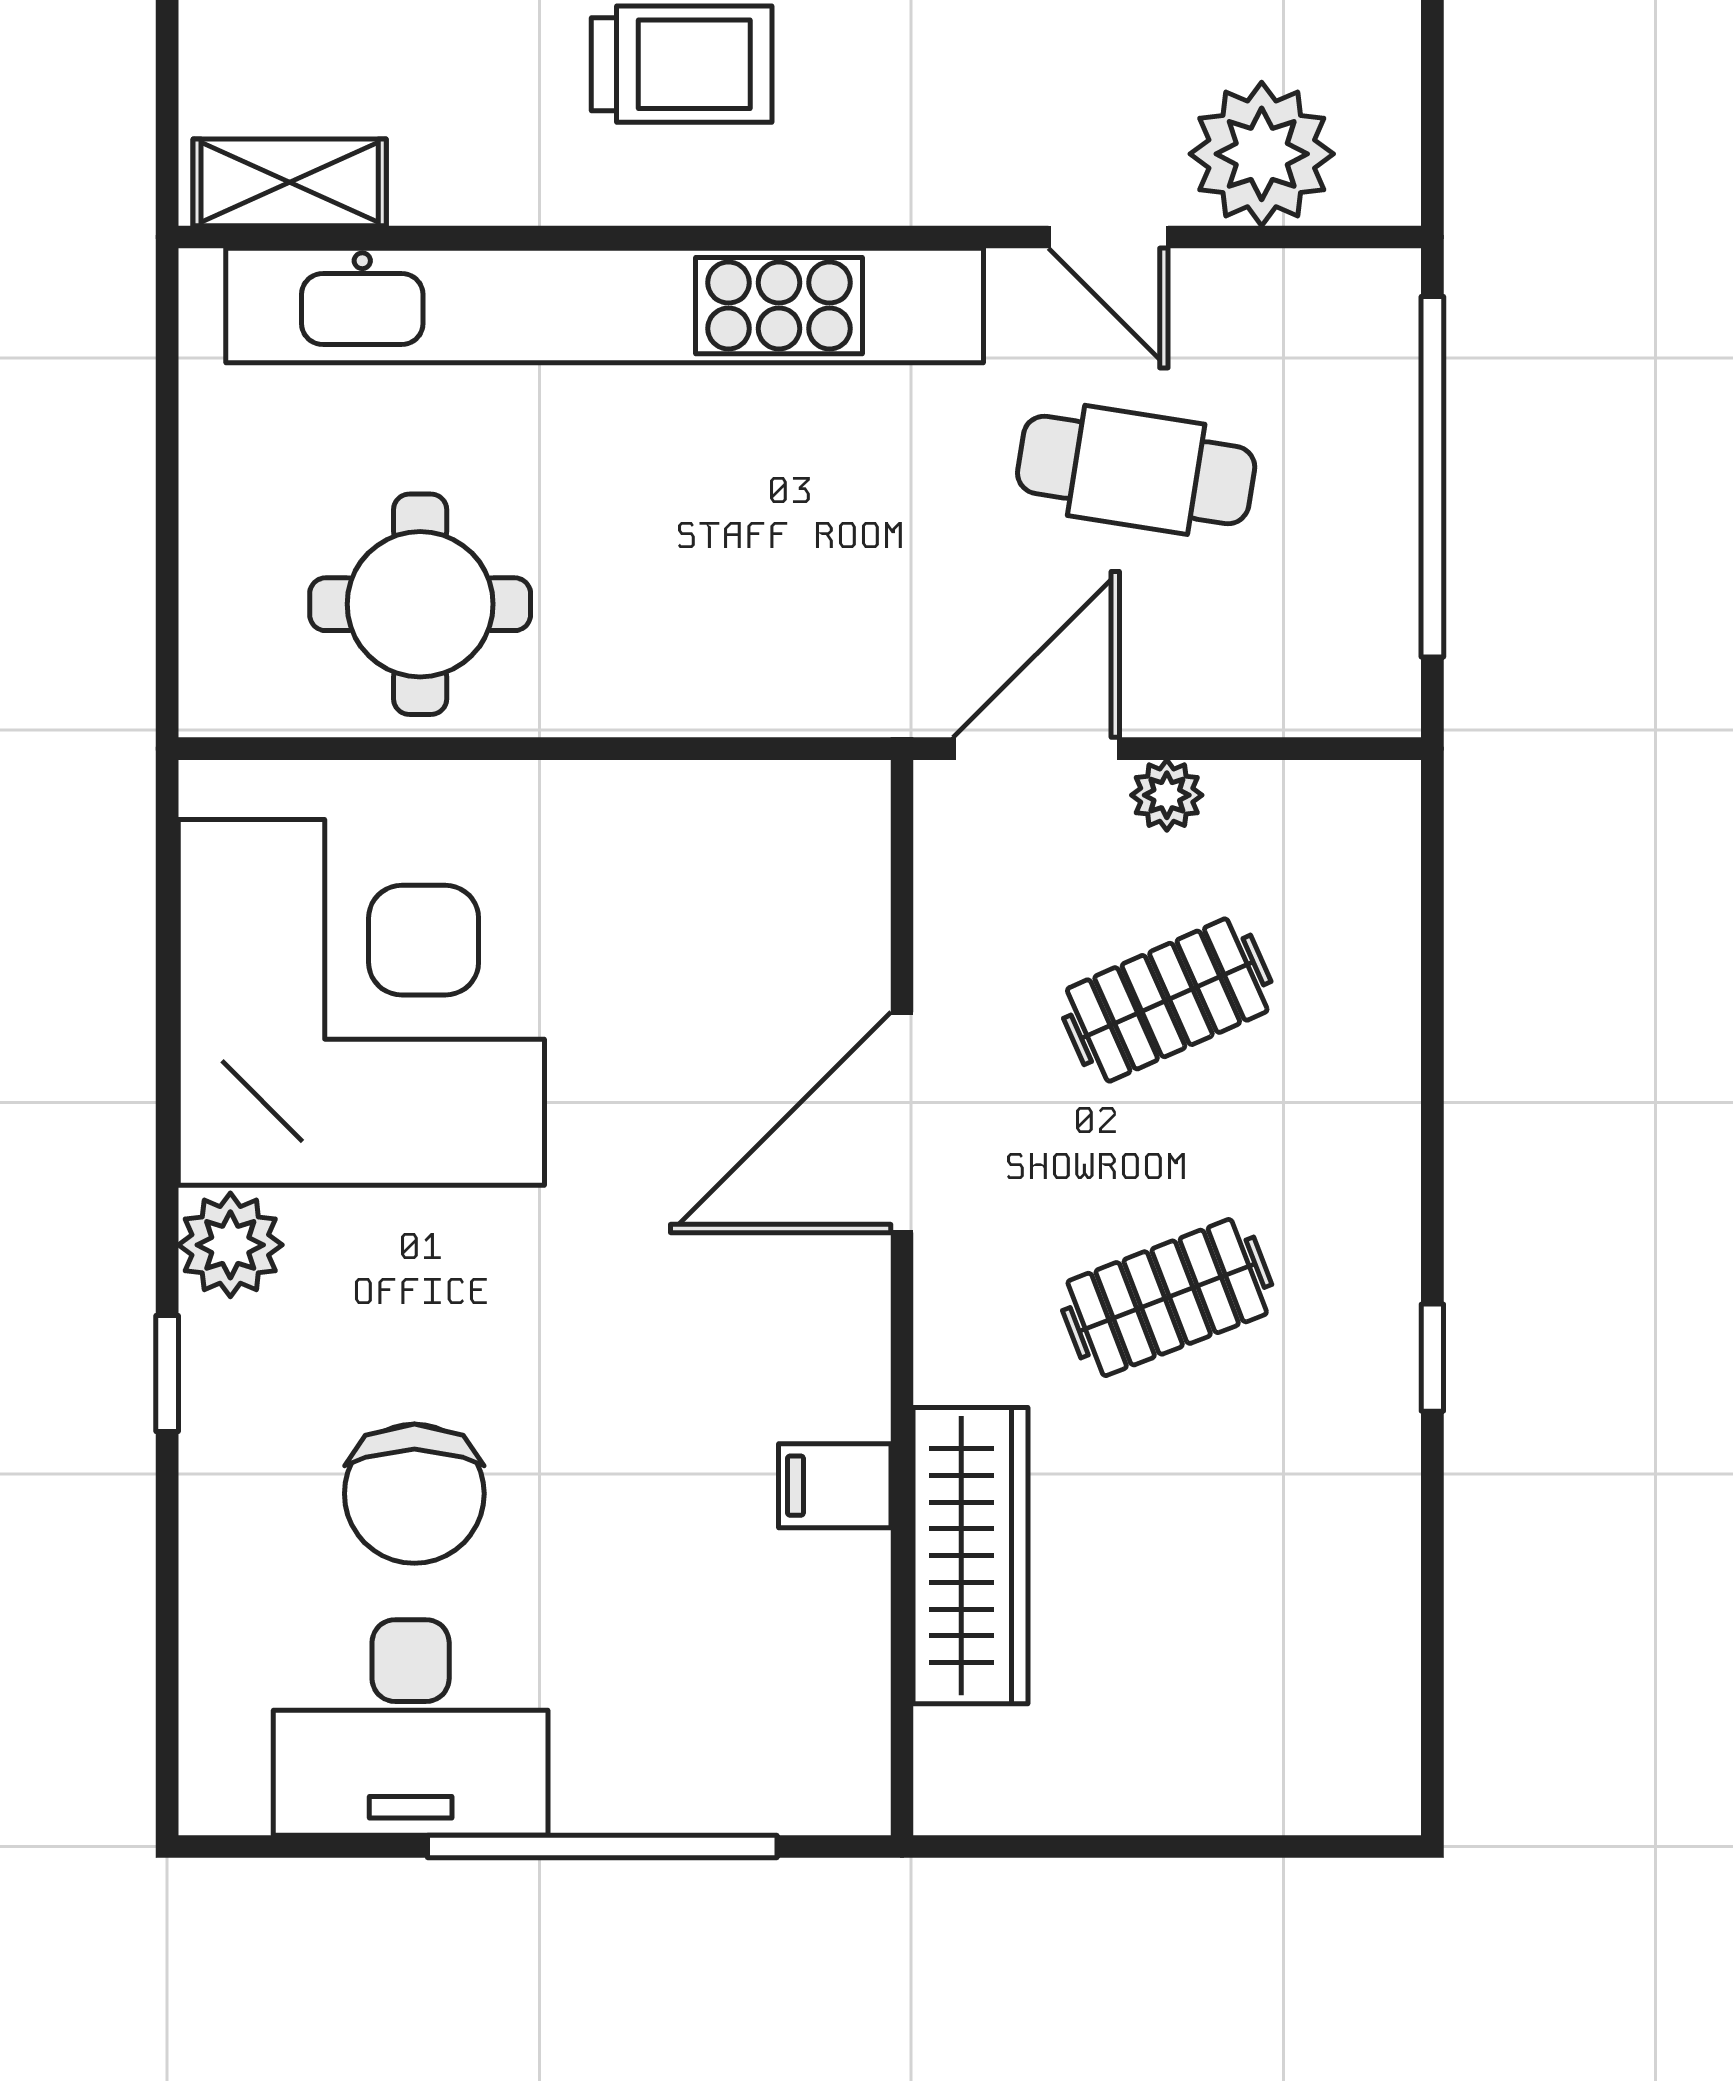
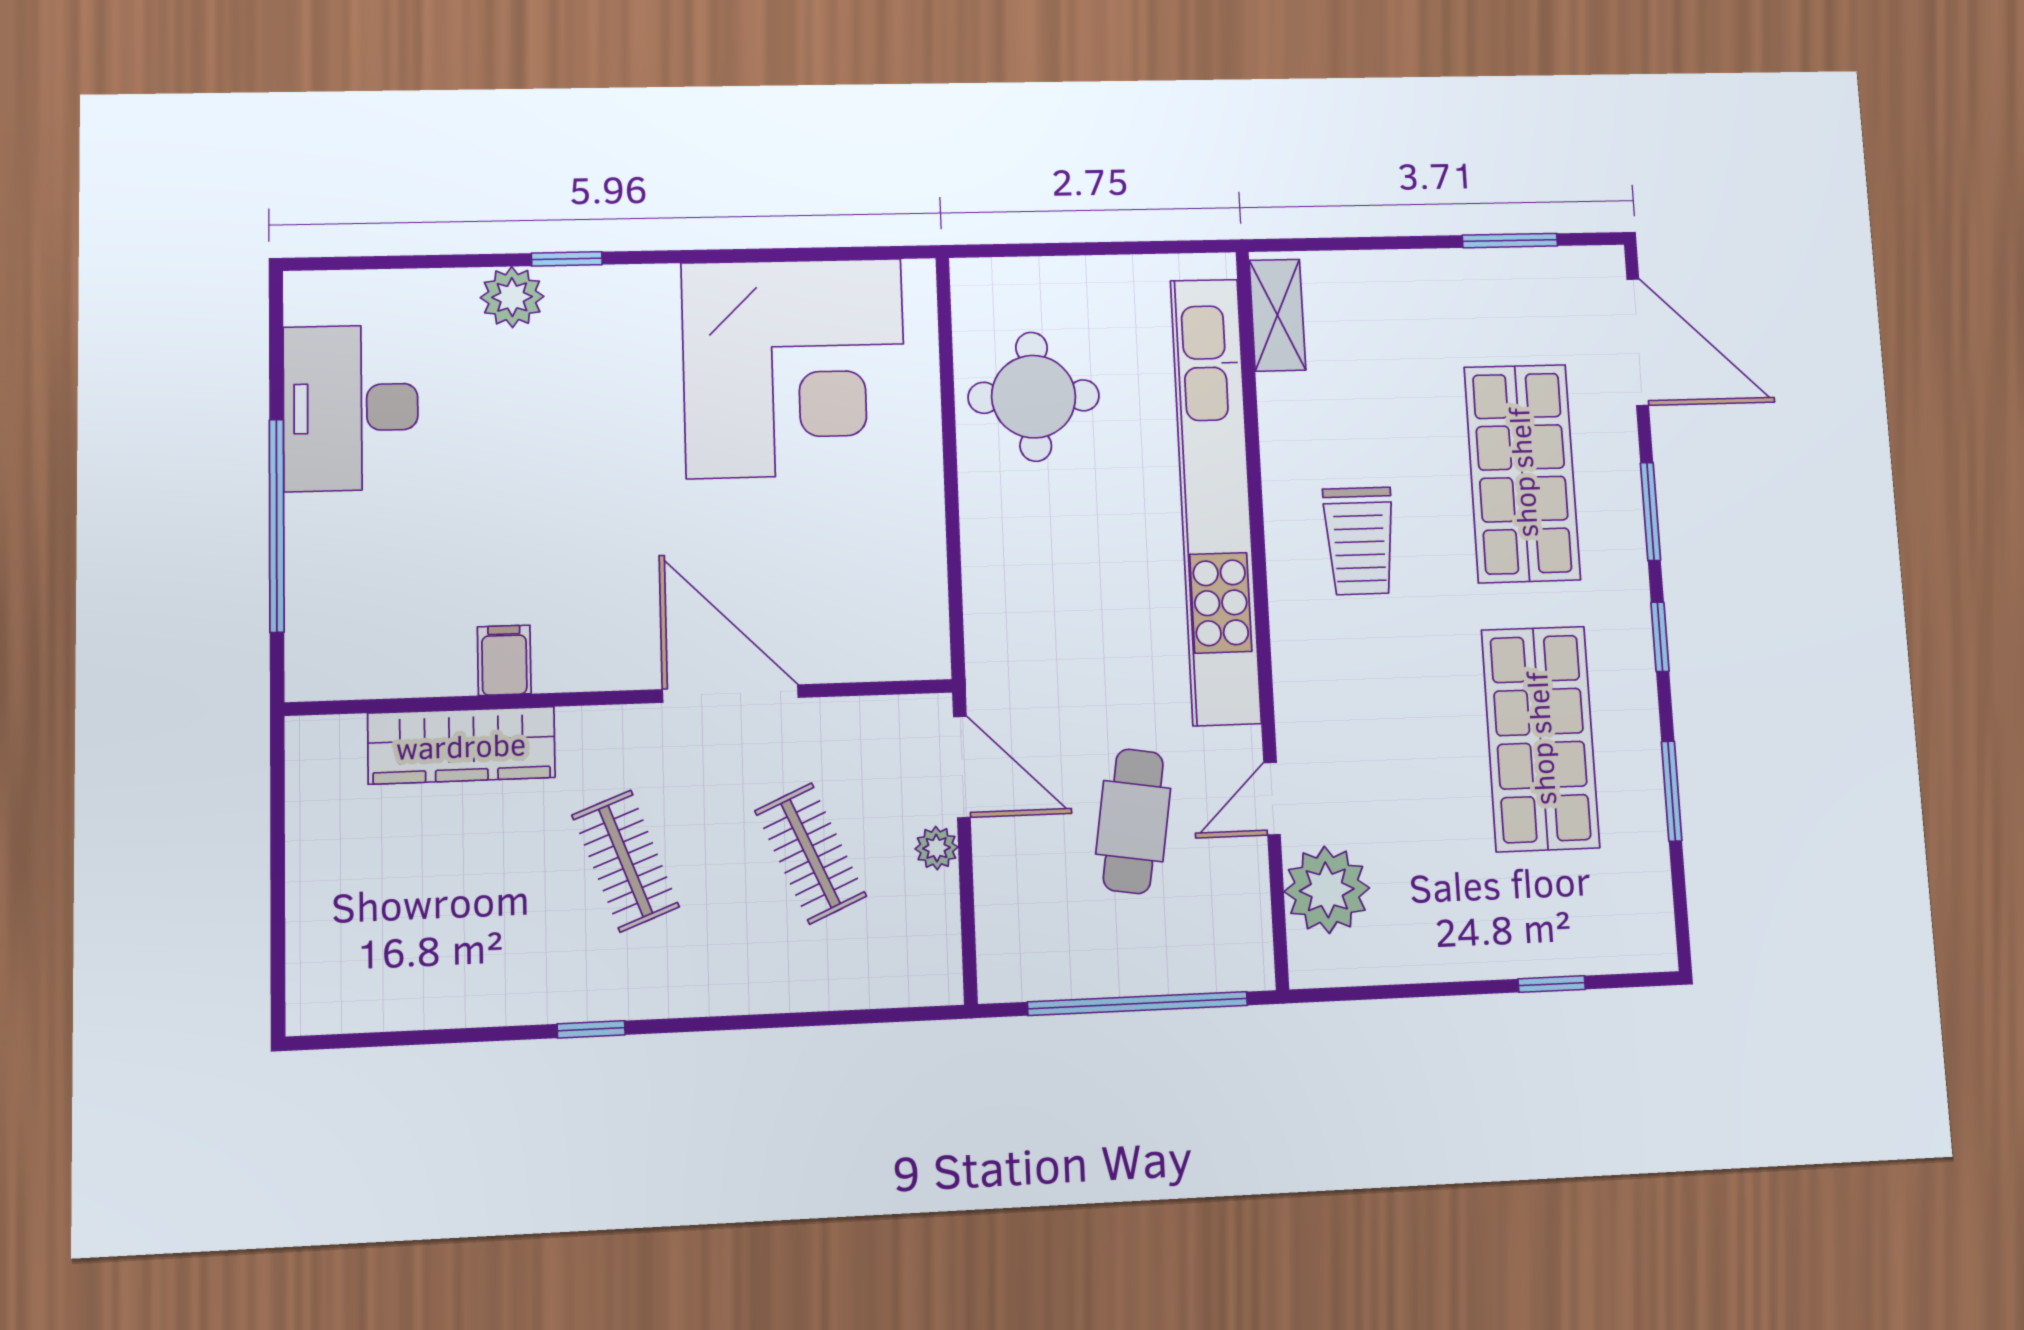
plant: (230, 1245) -> (512, 297), moved
chair: (414, 1494) -> (496, 406), removed

